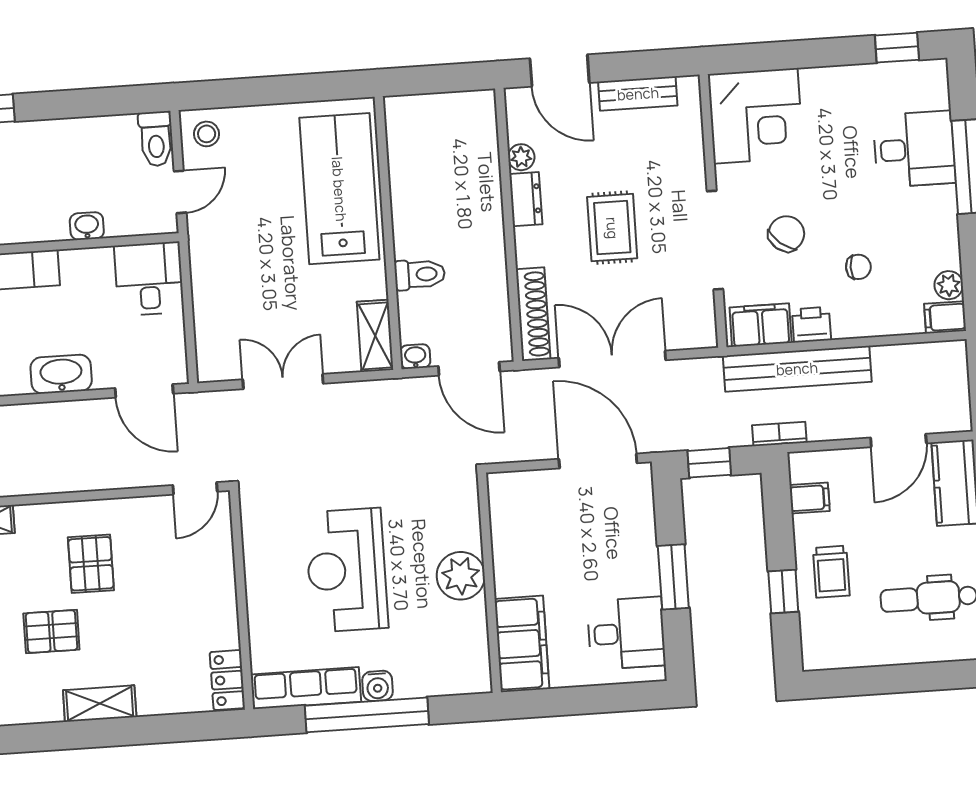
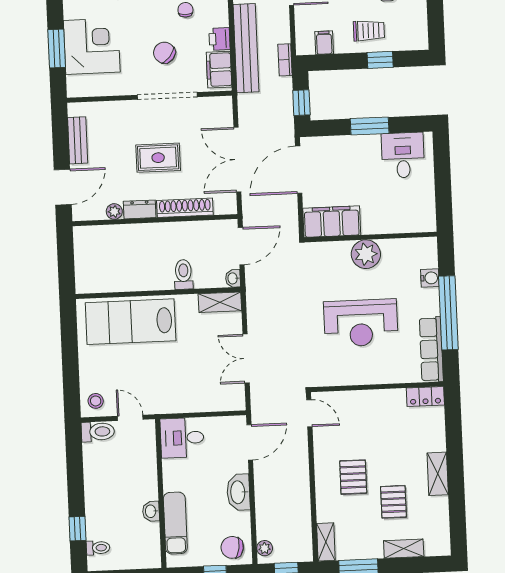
window: (789, 55) -> (57, 49), added
corner desk: (756, 116) -> (92, 46), moved
washbasin: (87, 226) -> (151, 511), moved
shoe rack: (533, 314) -> (185, 208), moved
pallet: (91, 564) -> (353, 477), turned 90
filing cabinet: (522, 644) -> (332, 222), moved
water cooler: (378, 686) -> (430, 278), moved

